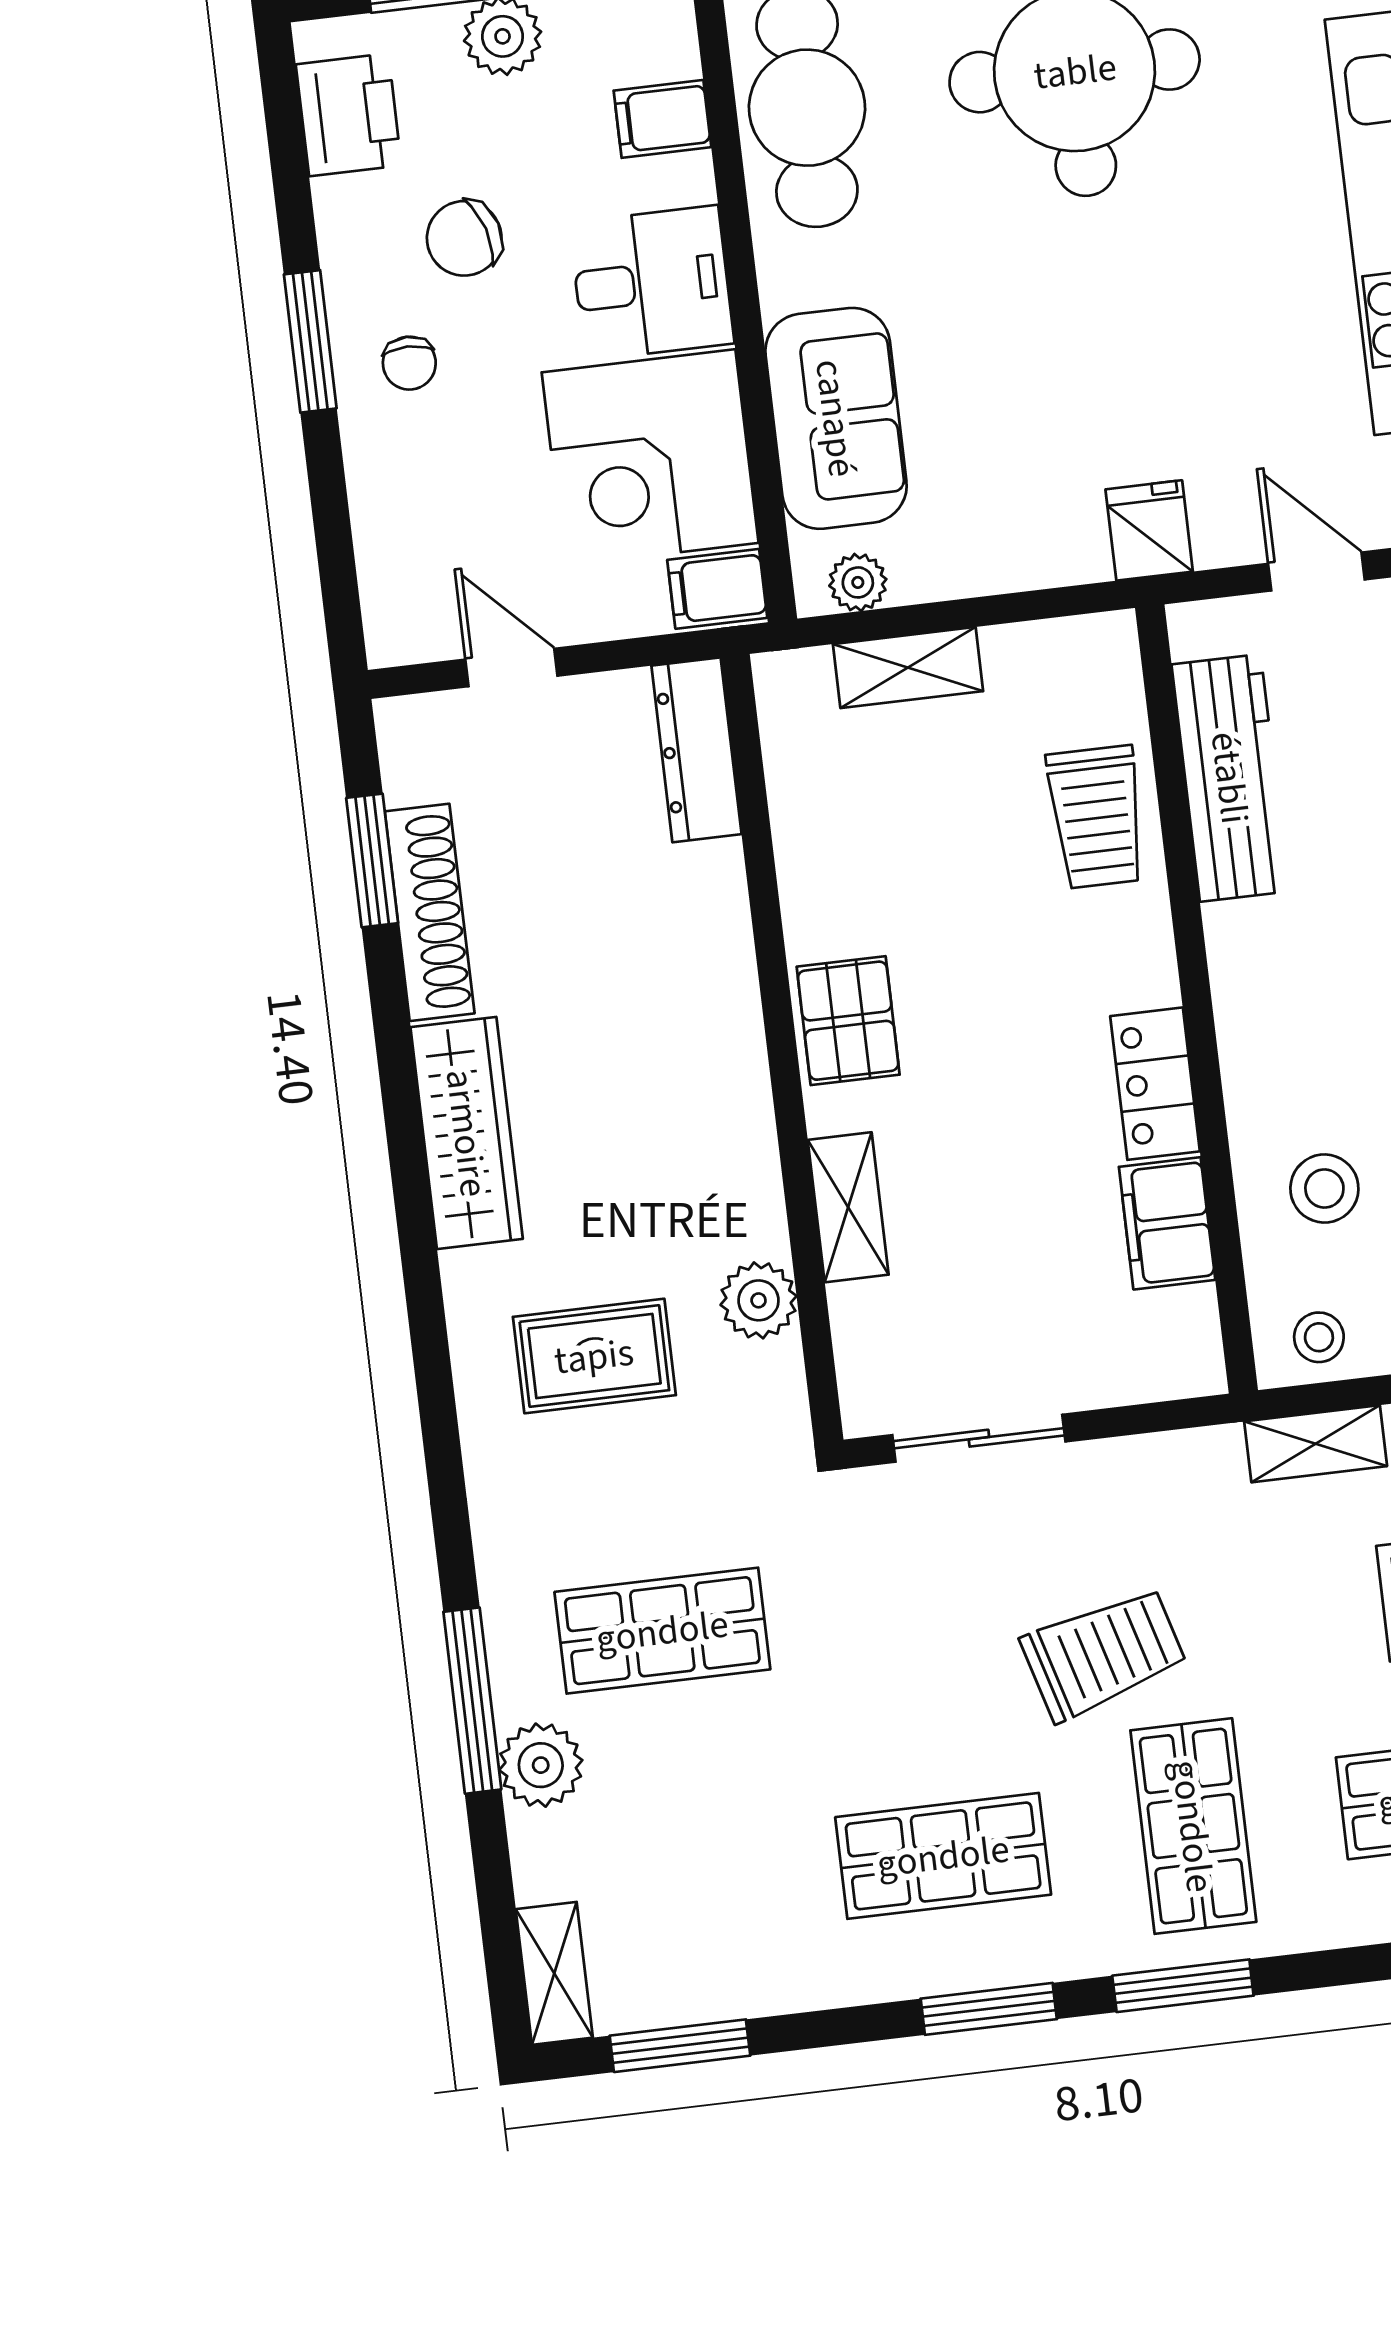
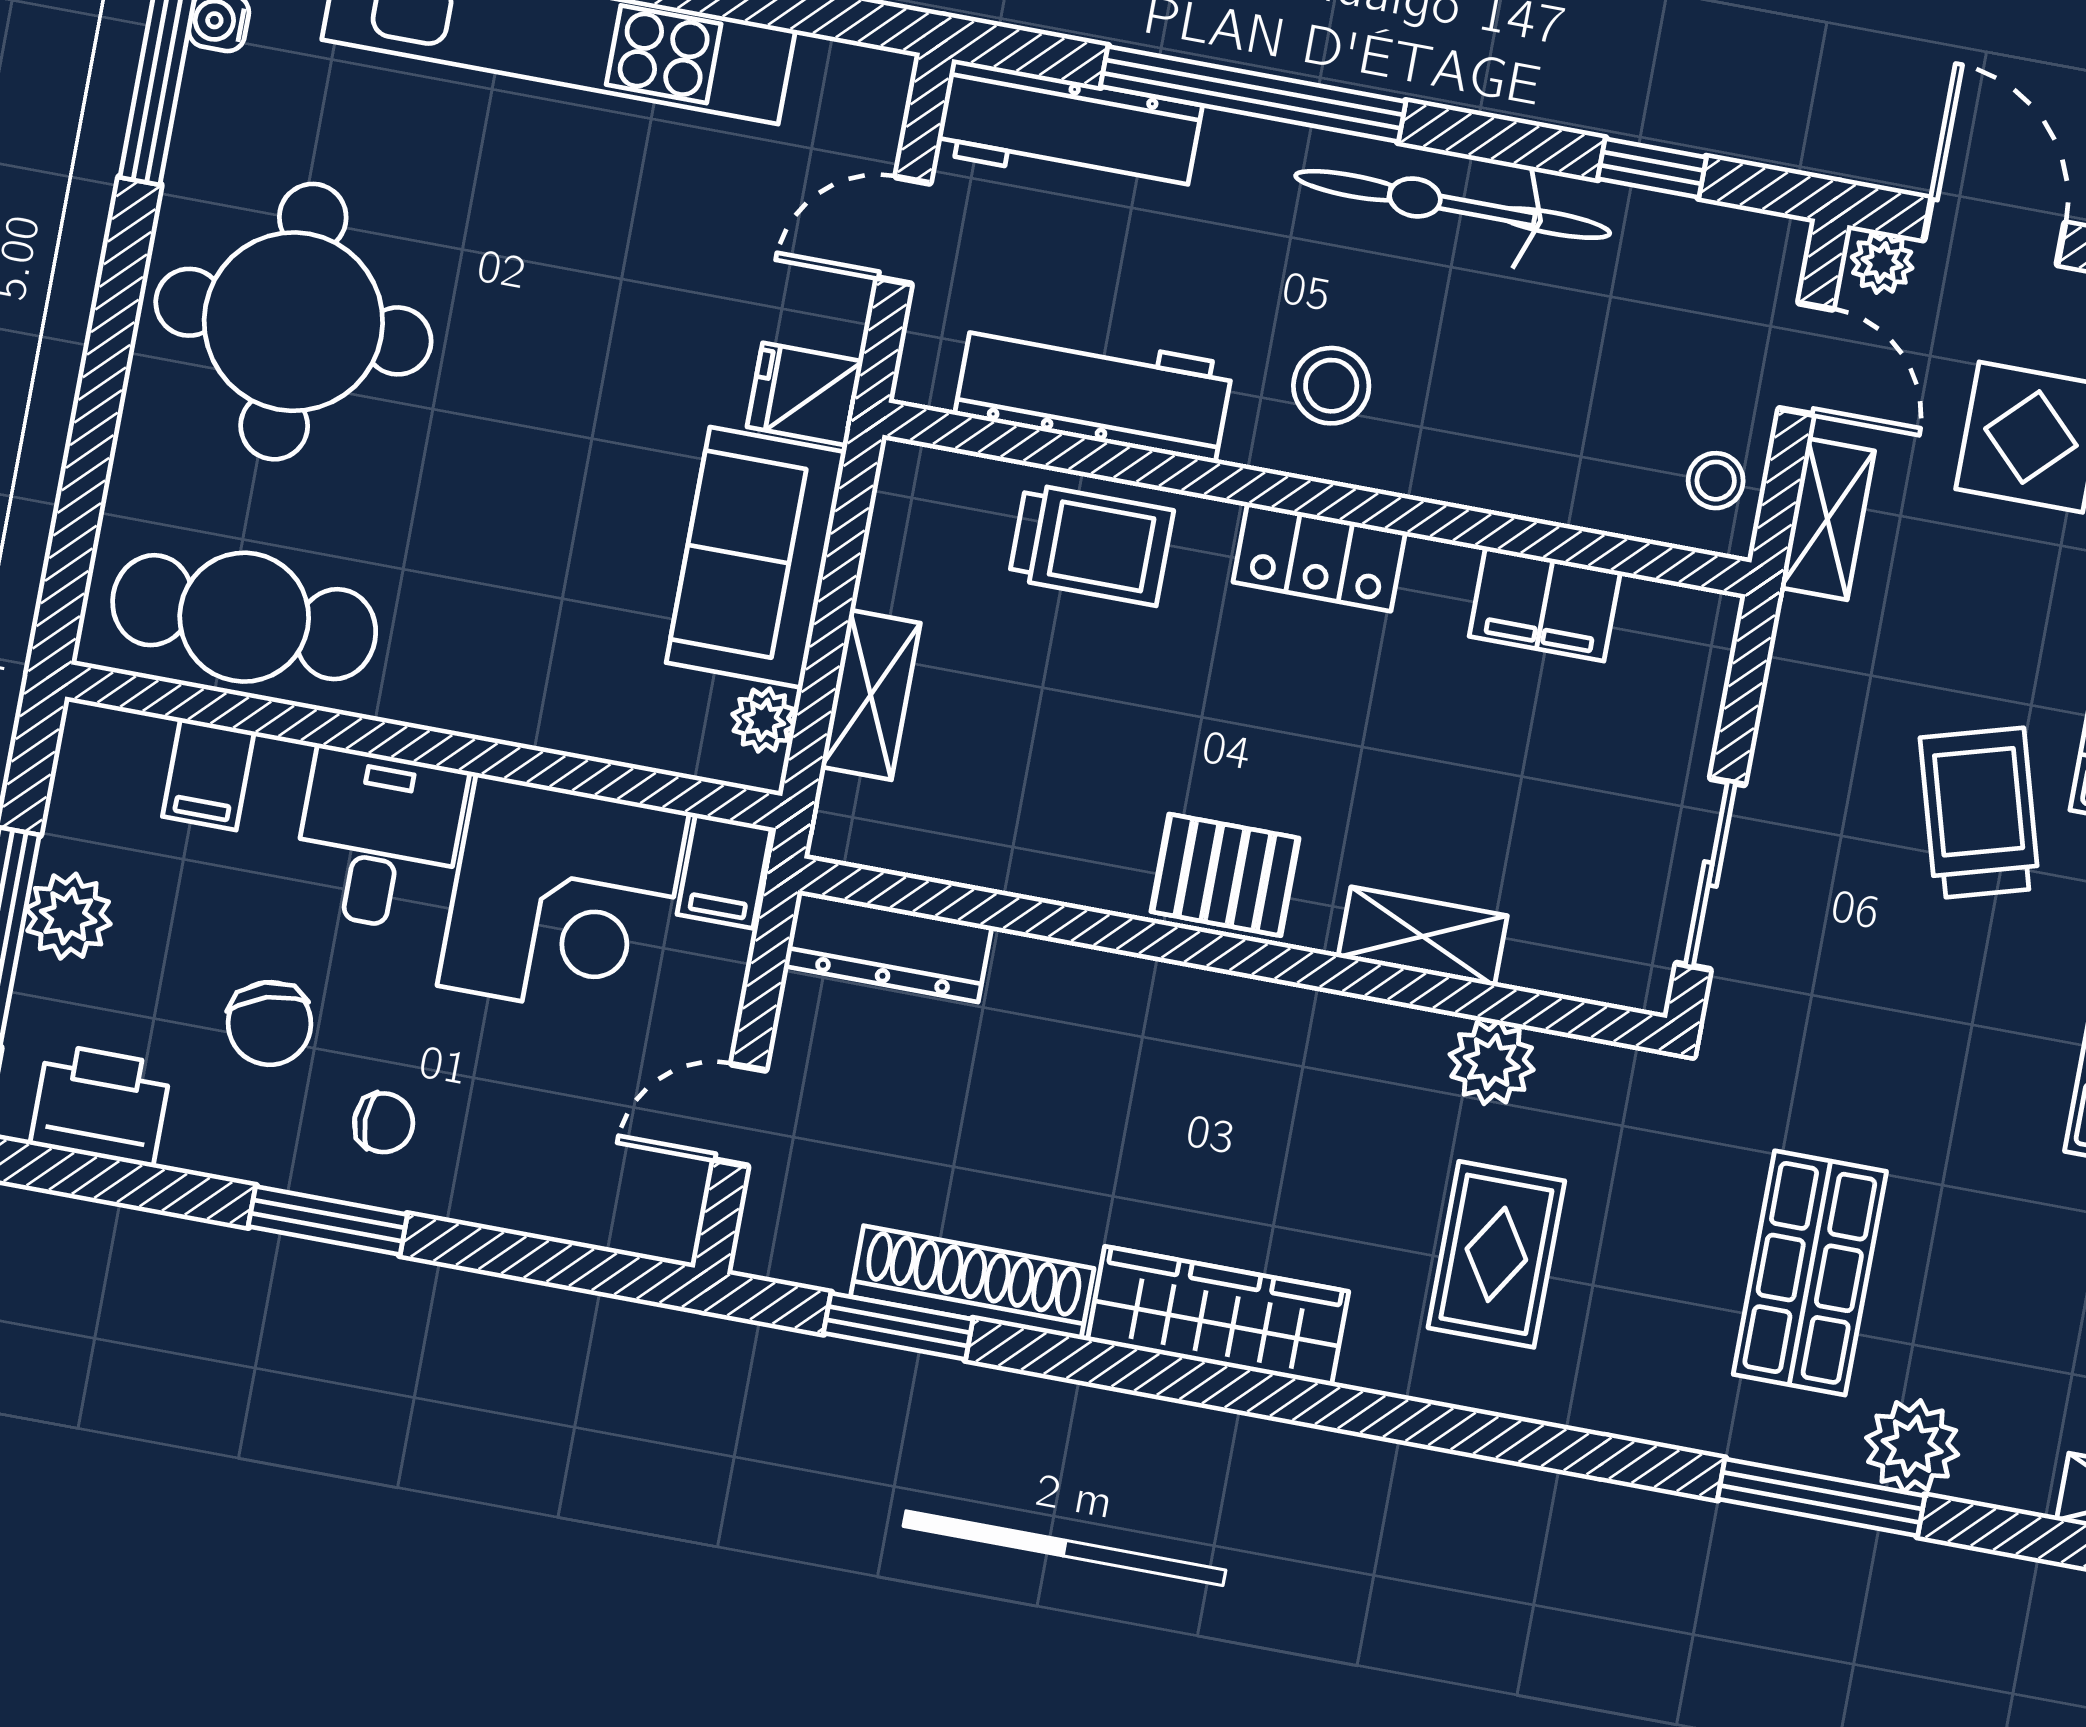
sofa: (836, 418) -> (756, 557), moved, turned -90
locker: (1155, 1084) -> (1319, 557), moved
stool: (1324, 1189) -> (1331, 386), moved

